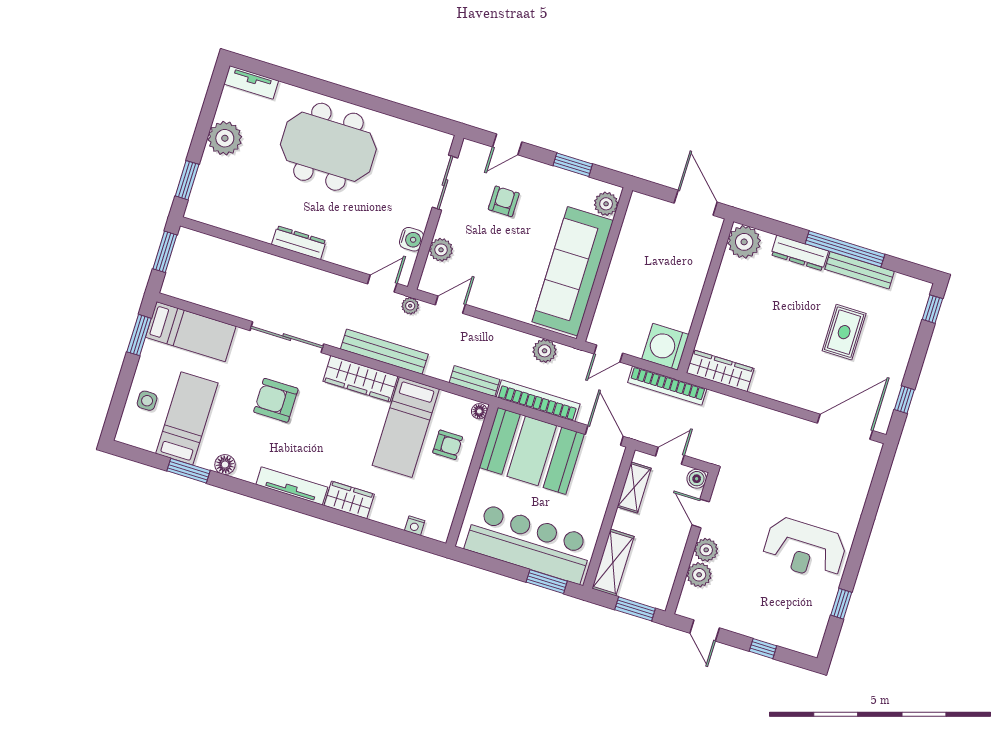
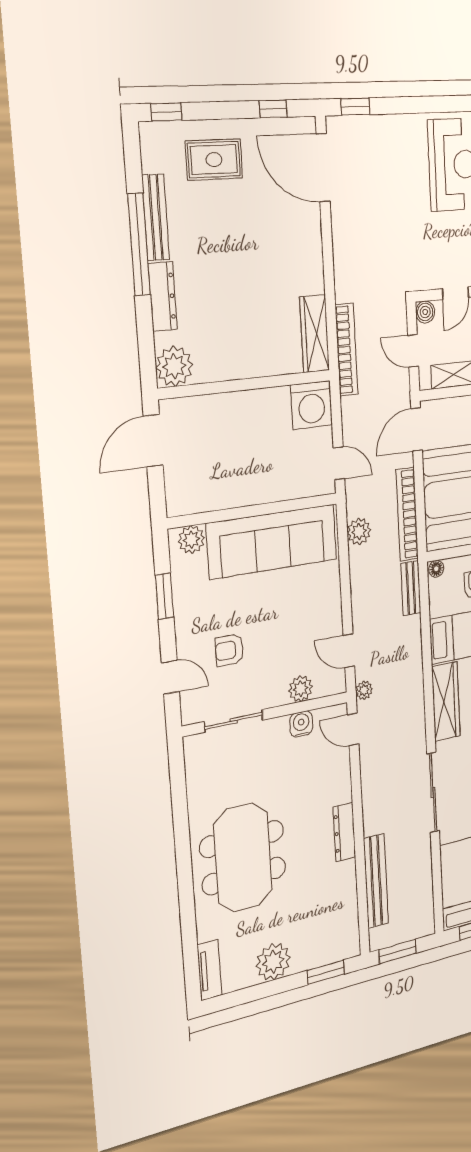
rug: (844, 332) -> (214, 160), moved
bench: (384, 352) -> (376, 881), moved
bookcase: (667, 386) -> (346, 350), moved
window: (882, 474) -> (355, 107), added

